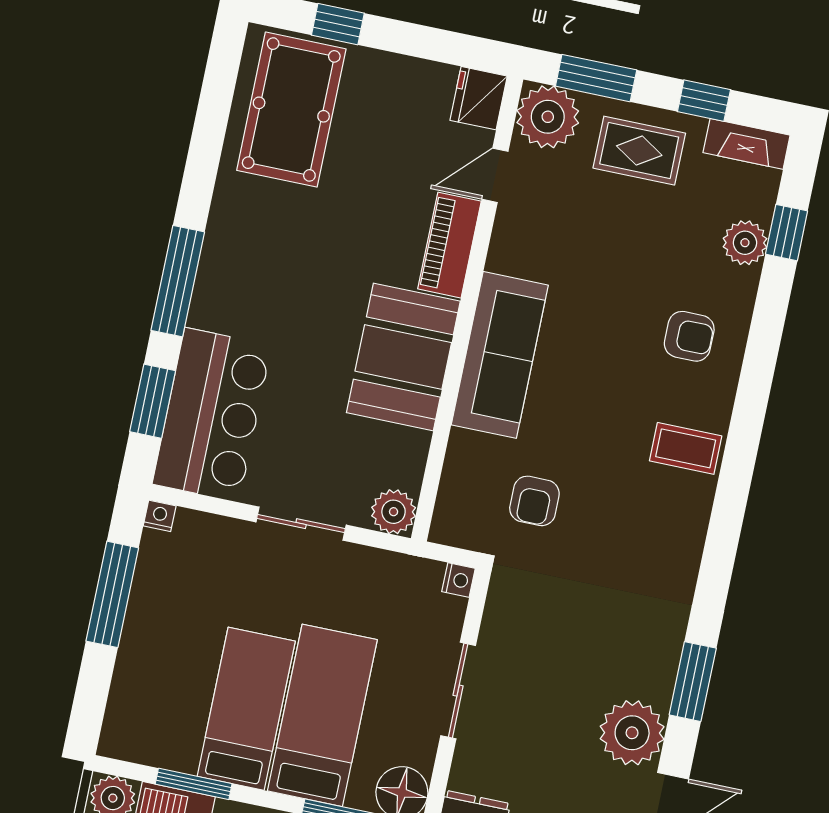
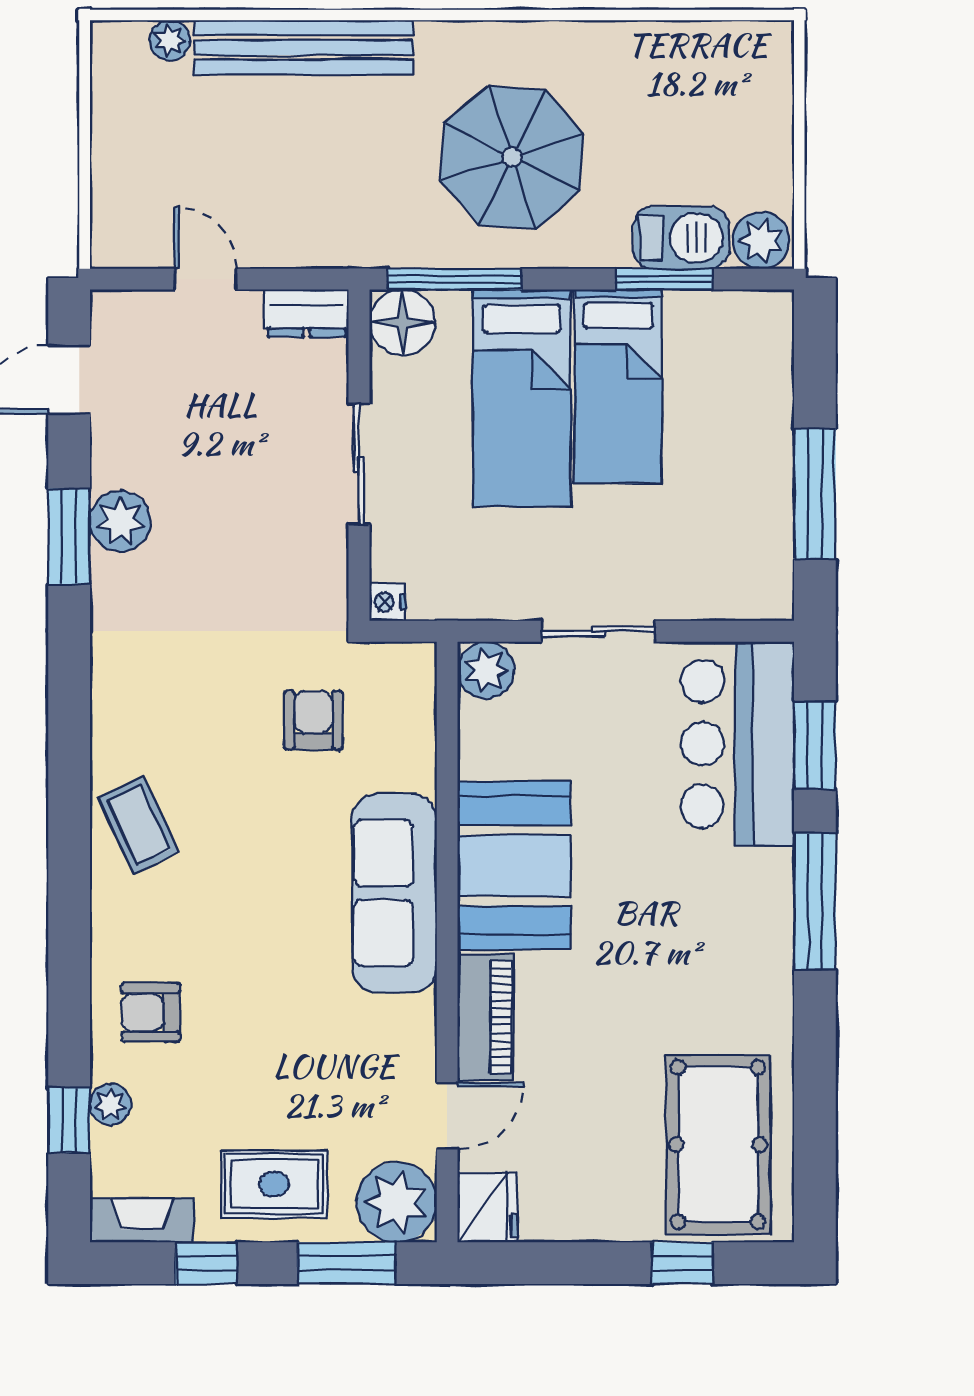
plant: (745, 243) -> (110, 1104), width x0.73, depth x0.73
armchair: (689, 336) -> (151, 1012), moved
coffee table: (686, 448) -> (139, 825), turned 65
nightstand: (160, 516) -> (776, 604), removed
plant: (632, 733) -> (120, 521), moved, width x0.73, depth x0.73

